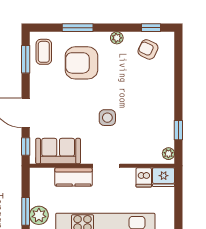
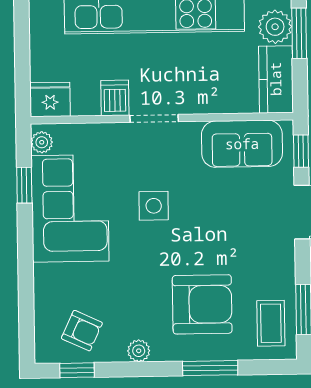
corner sofa: (153, 117) -> (70, 208), added
kitchen counter: (74, 177) -> (276, 79), moved, turned -90
dishwasher: (144, 177) -> (115, 98), moved

